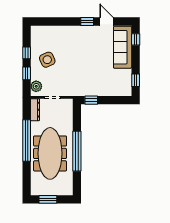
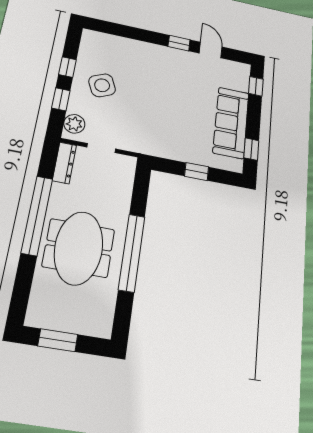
sofa: (123, 47) -> (231, 123), moved
window: (91, 100) -> (197, 172), moved
meeting table: (50, 153) -> (79, 248), width x0.73

